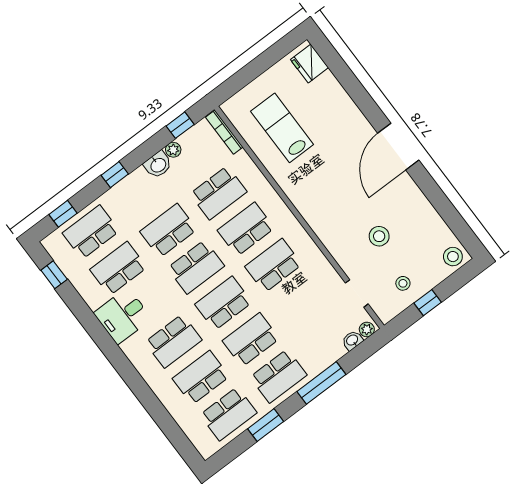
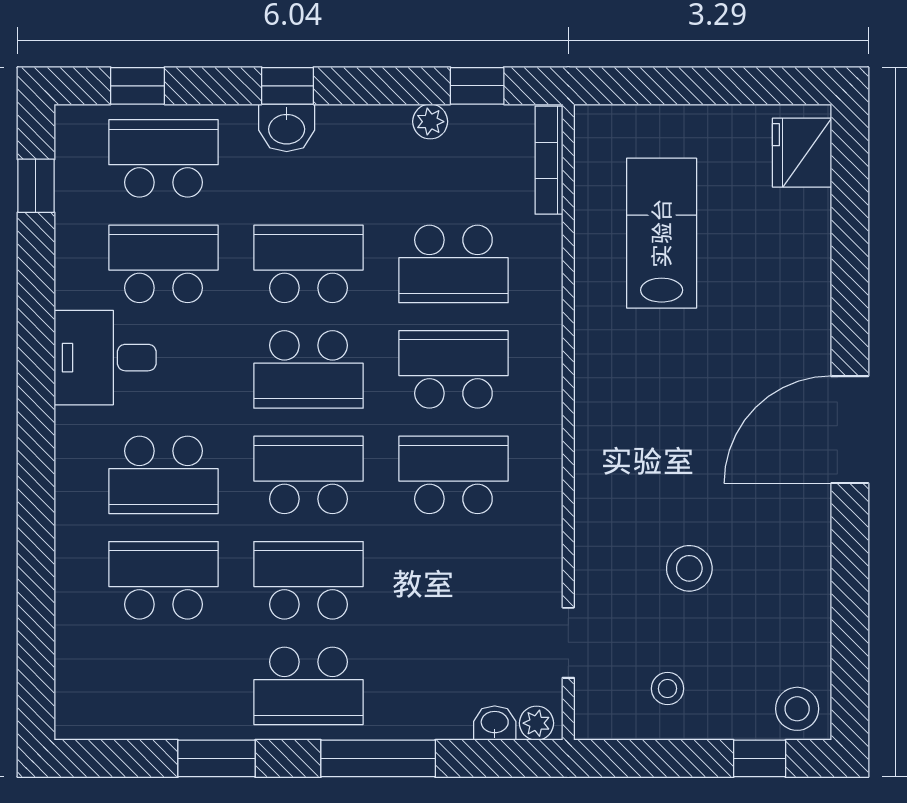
washbasin: (158, 165) -> (287, 128), moved
window: (428, 303) -> (760, 758), moved
school desk: (228, 414) -> (163, 686), removed

